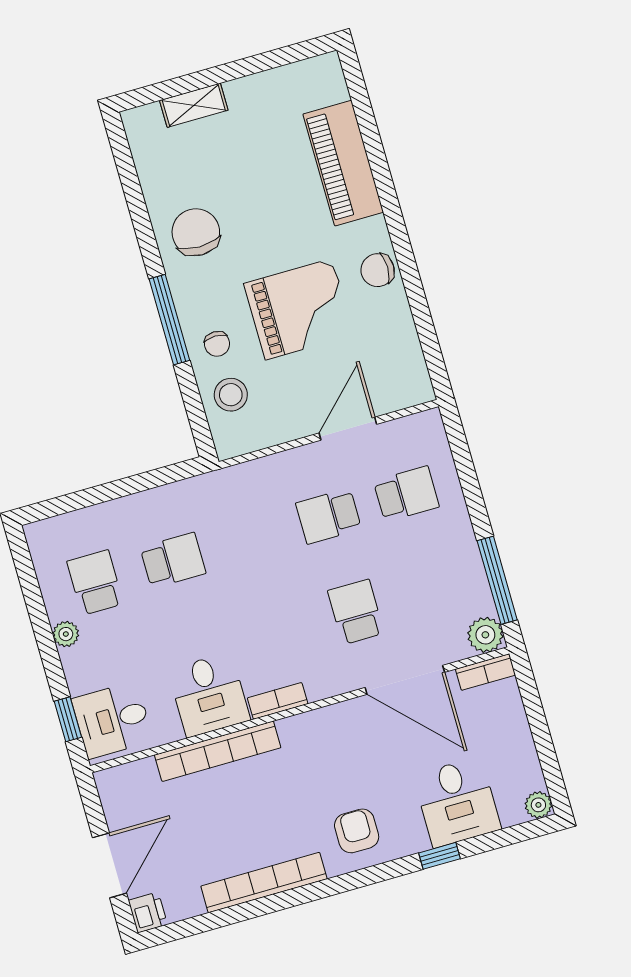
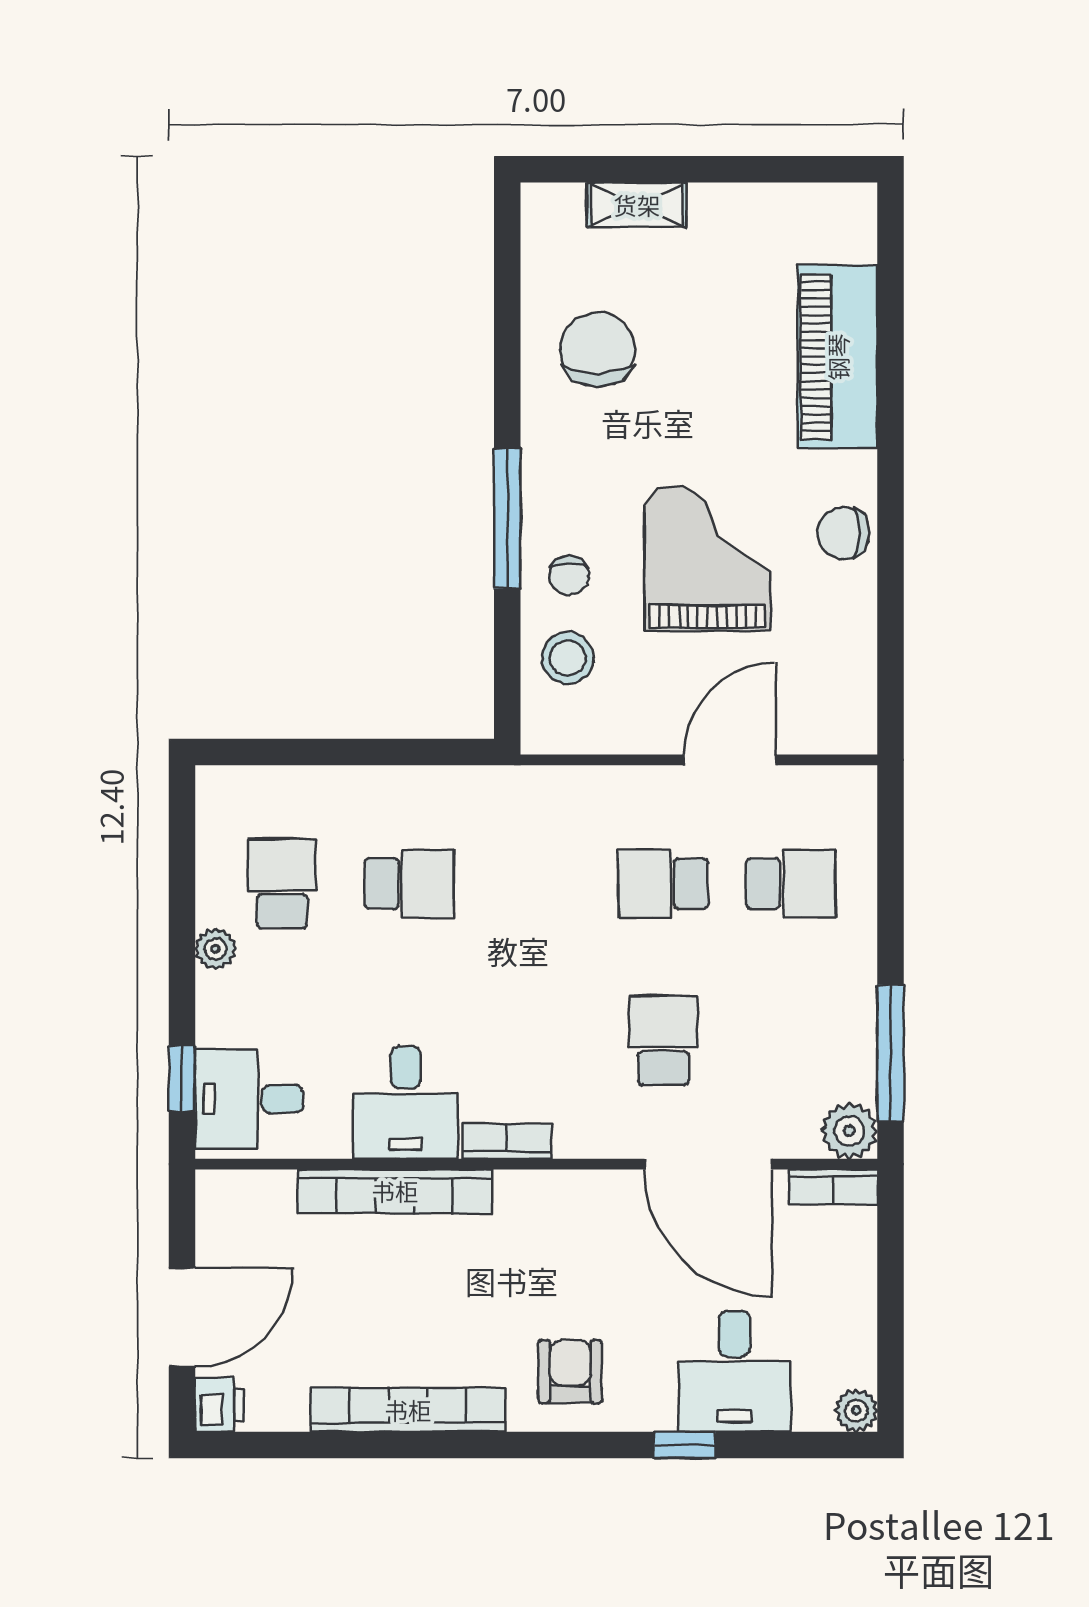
chair: (196, 232) -> (598, 350), moved
grand piano: (299, 309) -> (707, 558), turned -90

